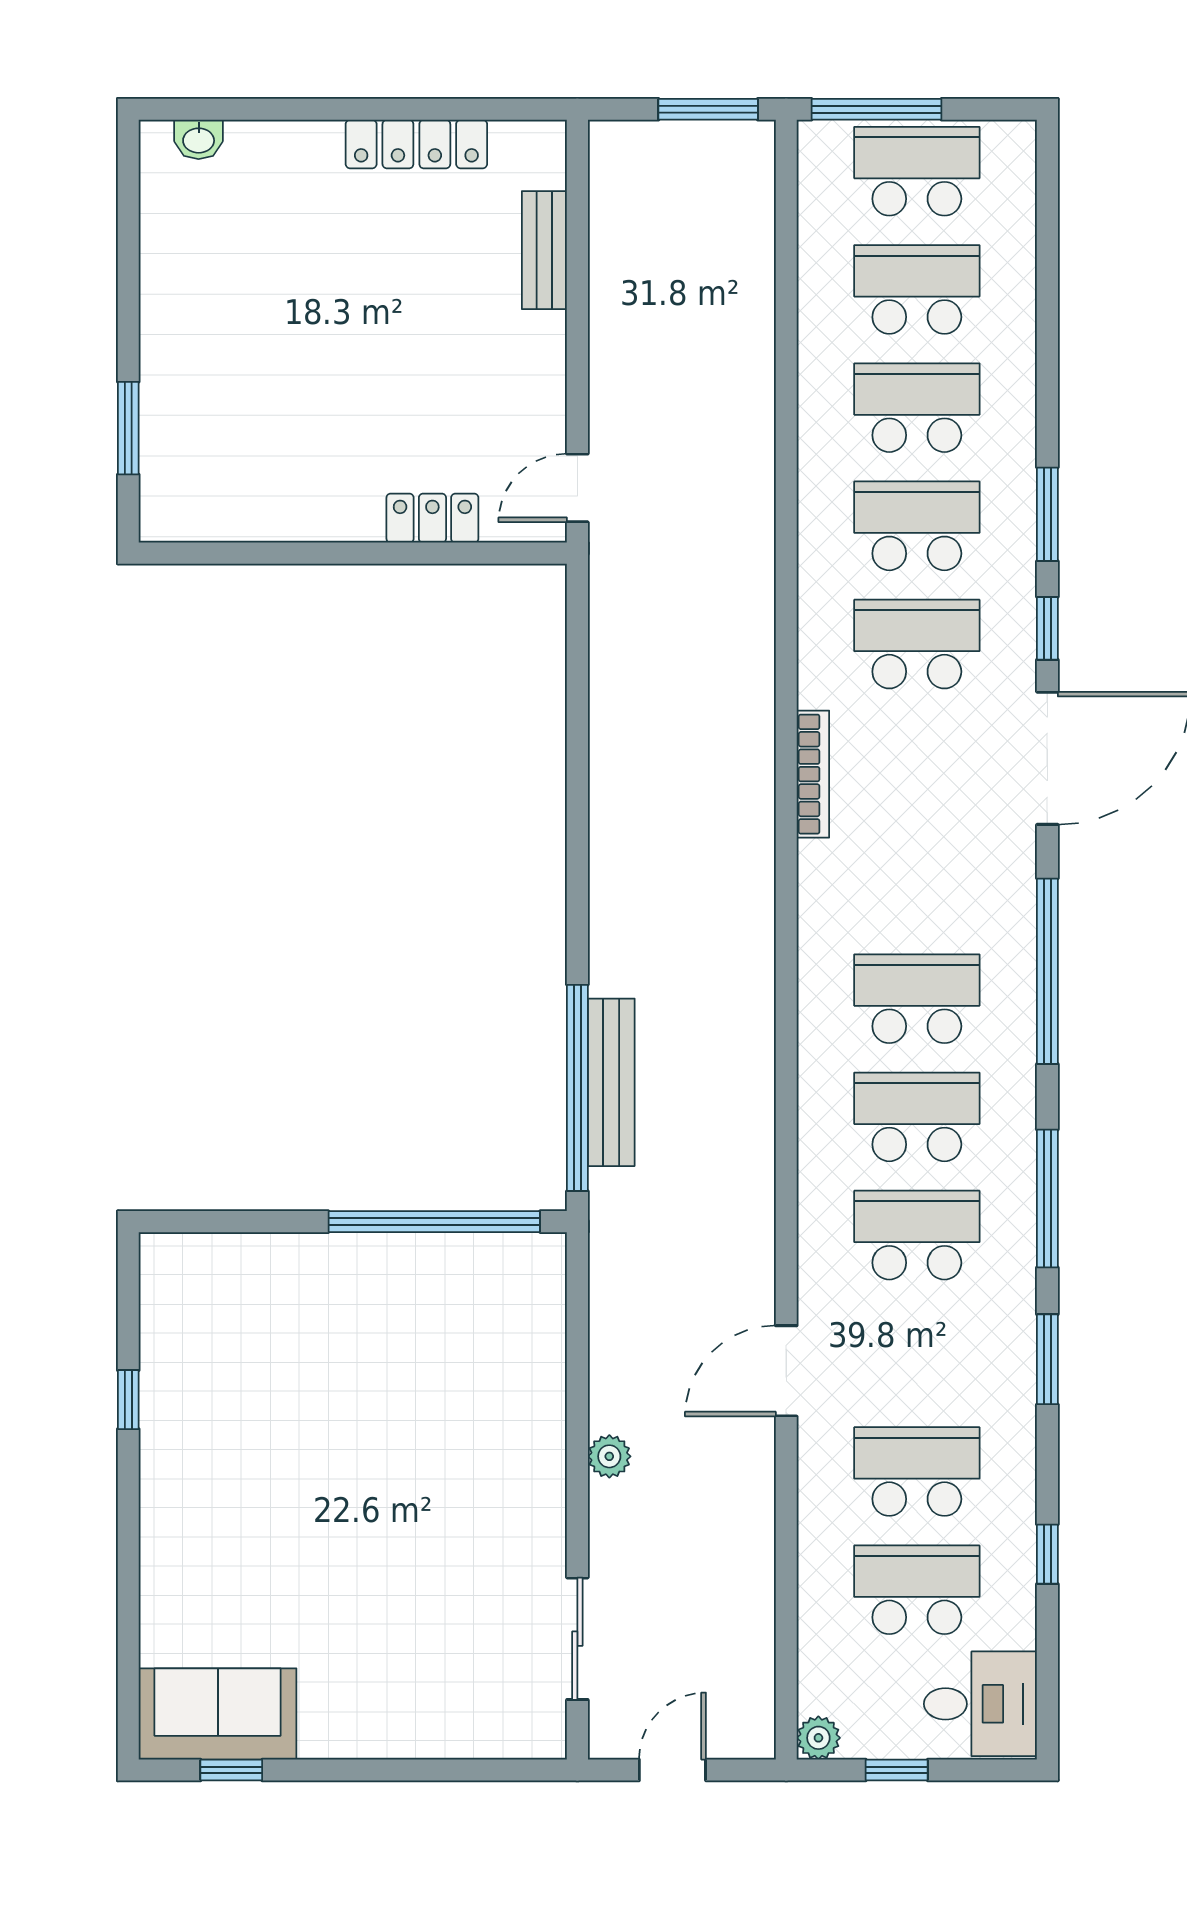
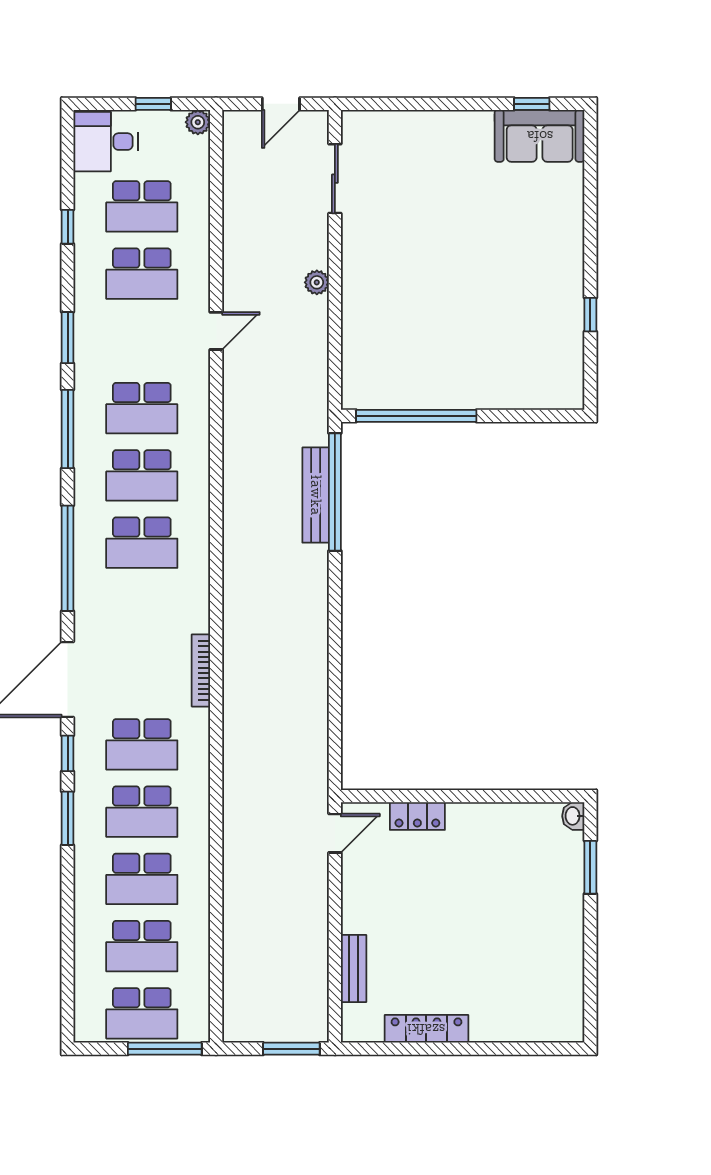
window: (708, 109) -> (291, 1049), moved
washbasin: (199, 139) -> (573, 816), moved, turned -90
door: (786, 1371) -> (216, 331), width x0.73

